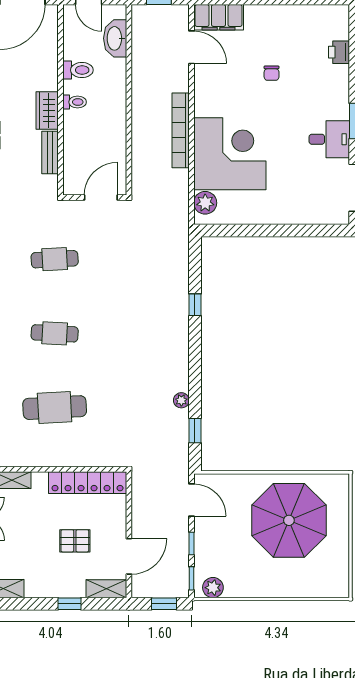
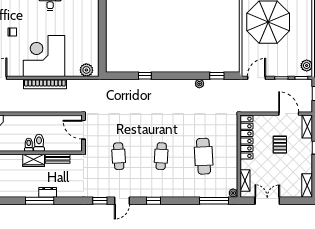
toilet: (78, 70) -> (39, 143), moved
corner desk: (230, 154) -> (44, 56), moved

